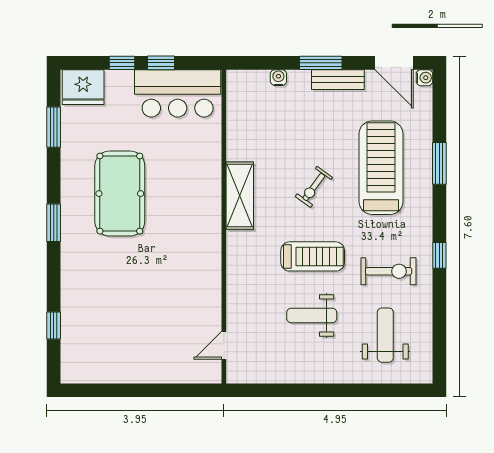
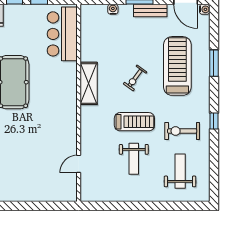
bar counter: (178, 93) -> (62, 34), moved, turned 90
exercise bike: (389, 271) -> (182, 131), turned 180
weight bench: (312, 315) -> (134, 159), turned -90
door: (224, 345) -> (79, 164), moved

